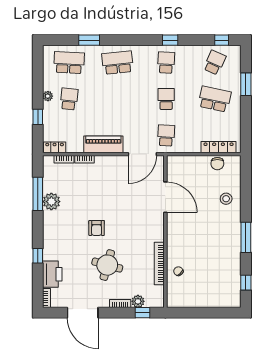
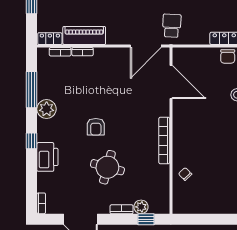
piano: (103, 144) -> (84, 35), moved
door: (165, 197) -> (171, 82), moved
plant: (51, 202) -> (47, 109), moved
window: (38, 256) -> (32, 141), moved
bookcase: (159, 263) -> (164, 141), moved
printer: (52, 274) -> (47, 157), moved

